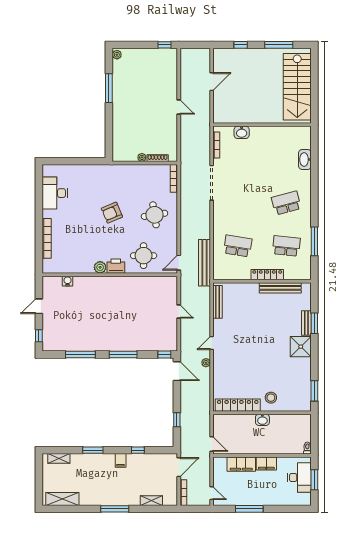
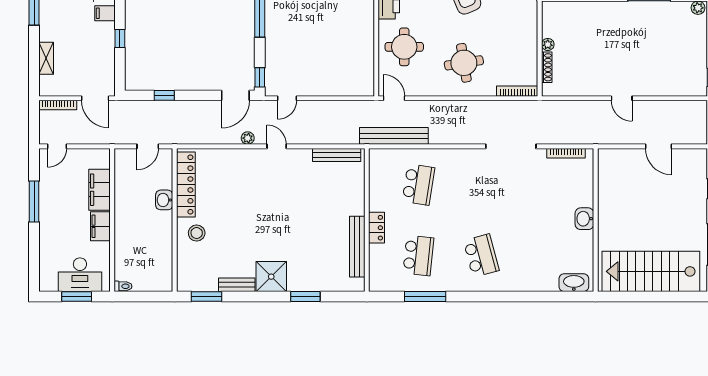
door: (179, 107) -> (622, 98), hinge flipped
washbasin: (242, 132) -> (584, 219), moved
washbasin: (305, 159) -> (574, 283), moved
locker: (267, 275) -> (376, 228), width x0.66
door: (179, 311) -> (287, 98), moved
bench: (306, 323) -> (237, 285), moved
washbasin: (262, 420) -> (164, 200), moved
door: (212, 444) -> (148, 146), moved

